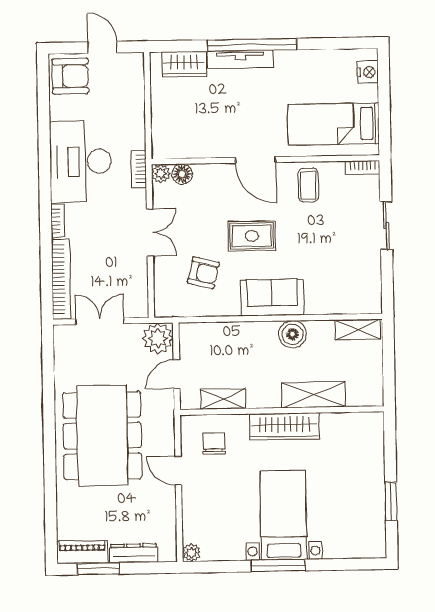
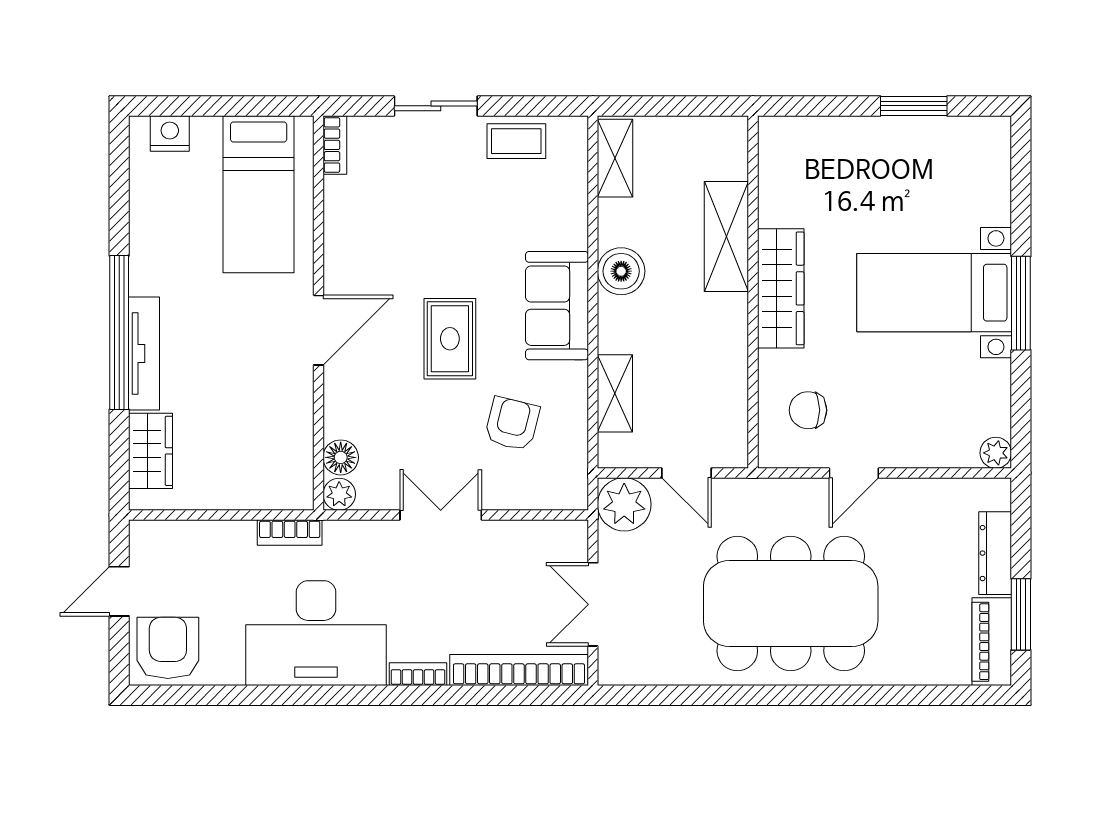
bookcase: (139, 169) -> (290, 532), moved
coffee table: (308, 185) -> (516, 141), moved
shelving: (223, 399) -> (615, 393), moved

